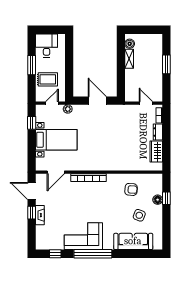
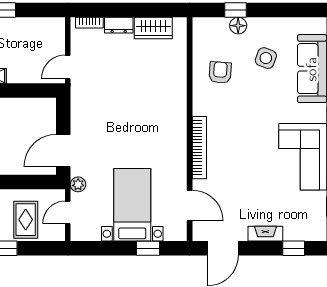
door: (97, 101) -> (63, 151), moved
door: (52, 103) -> (68, 212), hinge flipped
door: (146, 103) -> (68, 67), moved
window: (32, 123) -> (148, 248), moved
window: (32, 213) -> (294, 248), moved

